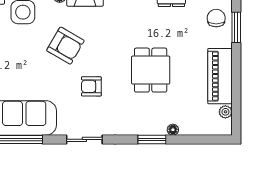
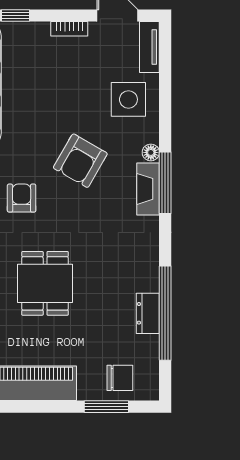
dining table: (151, 70) -> (45, 283), turned 90

